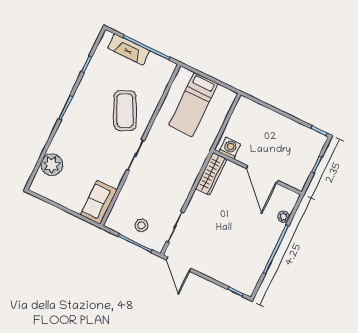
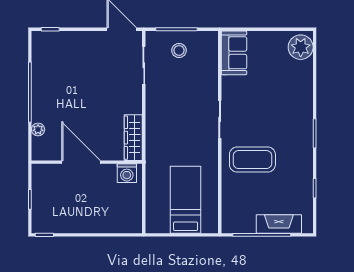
coffee table: (125, 111) -> (252, 160), turned -64
plant: (52, 165) -> (301, 47), moved

